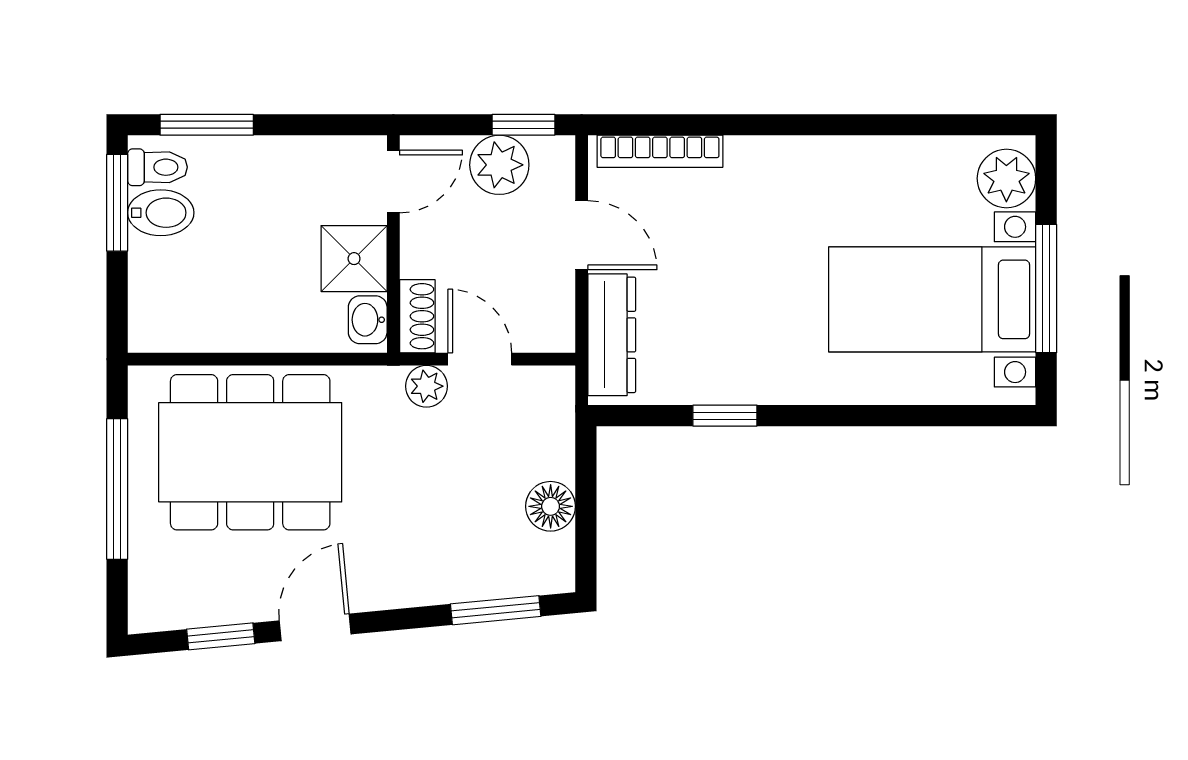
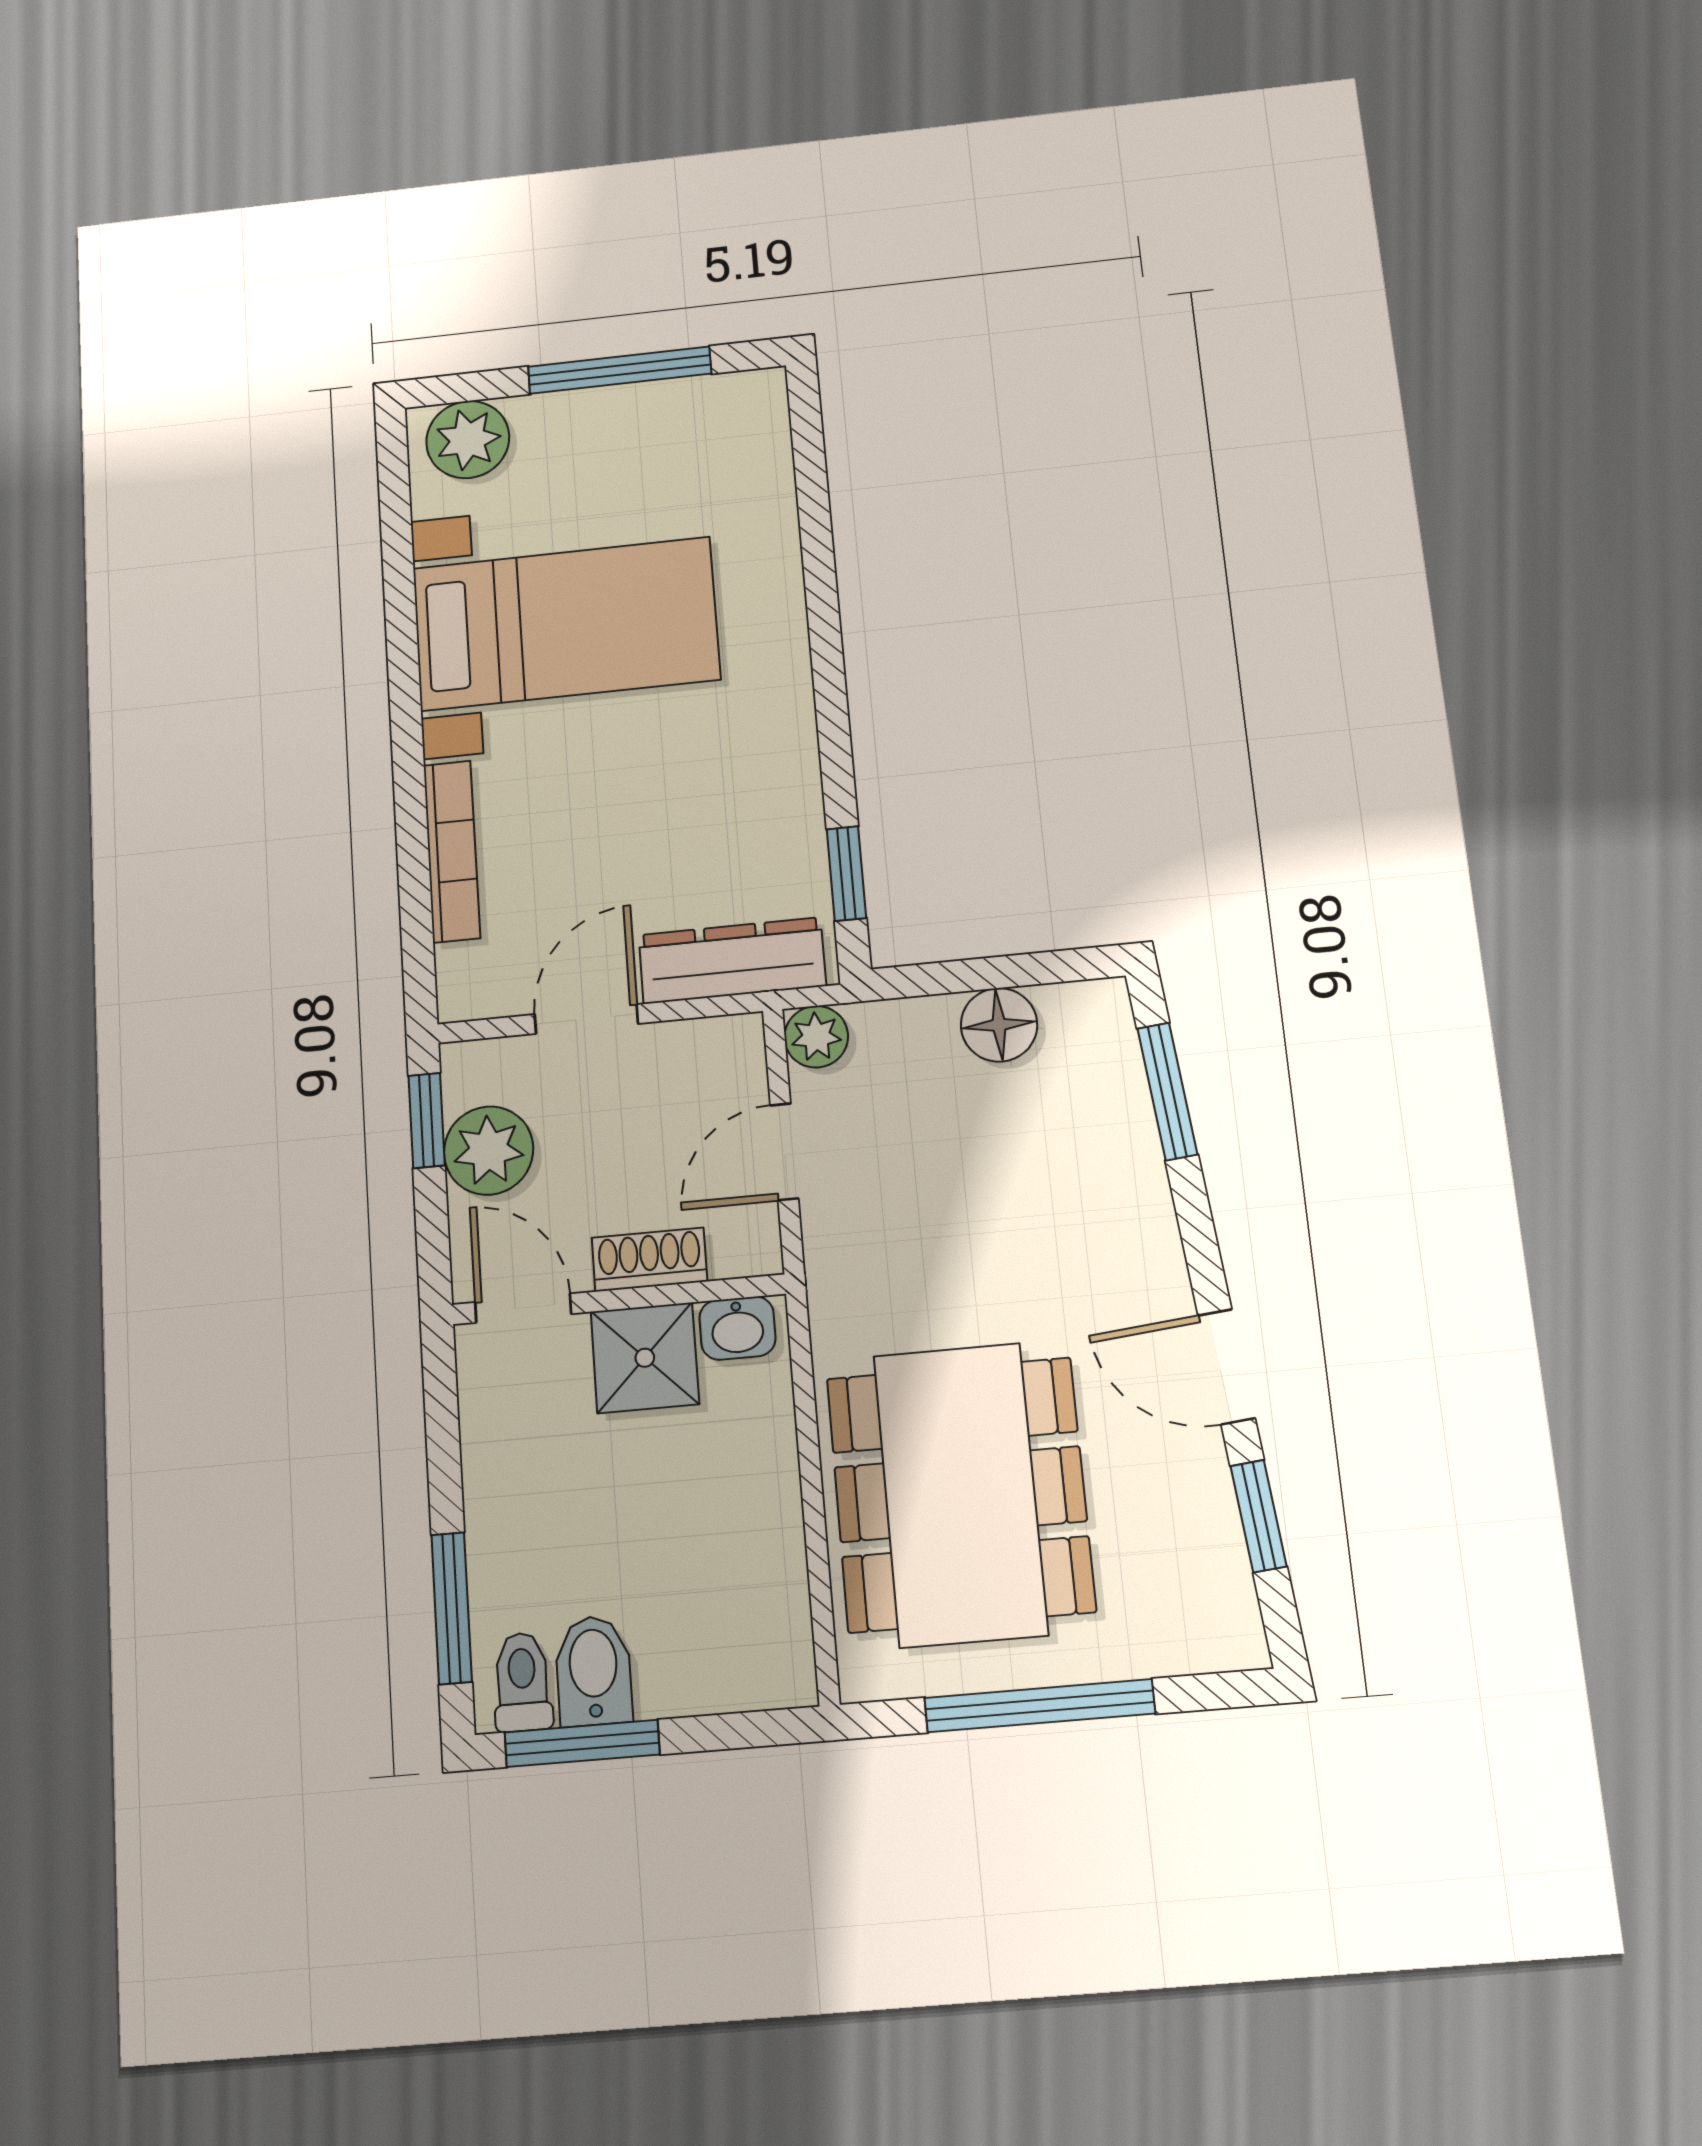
bookcase: (660, 151) -> (452, 851), moved
bed with nightstands: (932, 299) -> (566, 624), moved, turned -90
shoe rack: (417, 316) -> (649, 1259), moved
plant: (426, 386) -> (816, 1037), moved
window: (725, 416) -> (846, 873), moved

